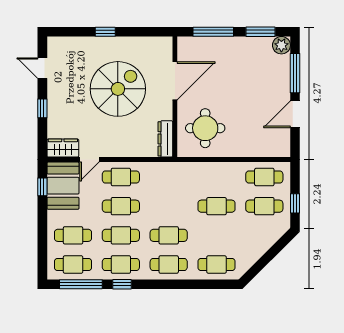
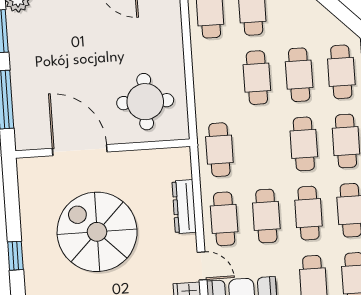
dresser: (165, 139) -> (184, 207), moved, turned 90
cafe table: (169, 177) -> (219, 150), added
cafe table: (216, 235) -> (299, 75), added

